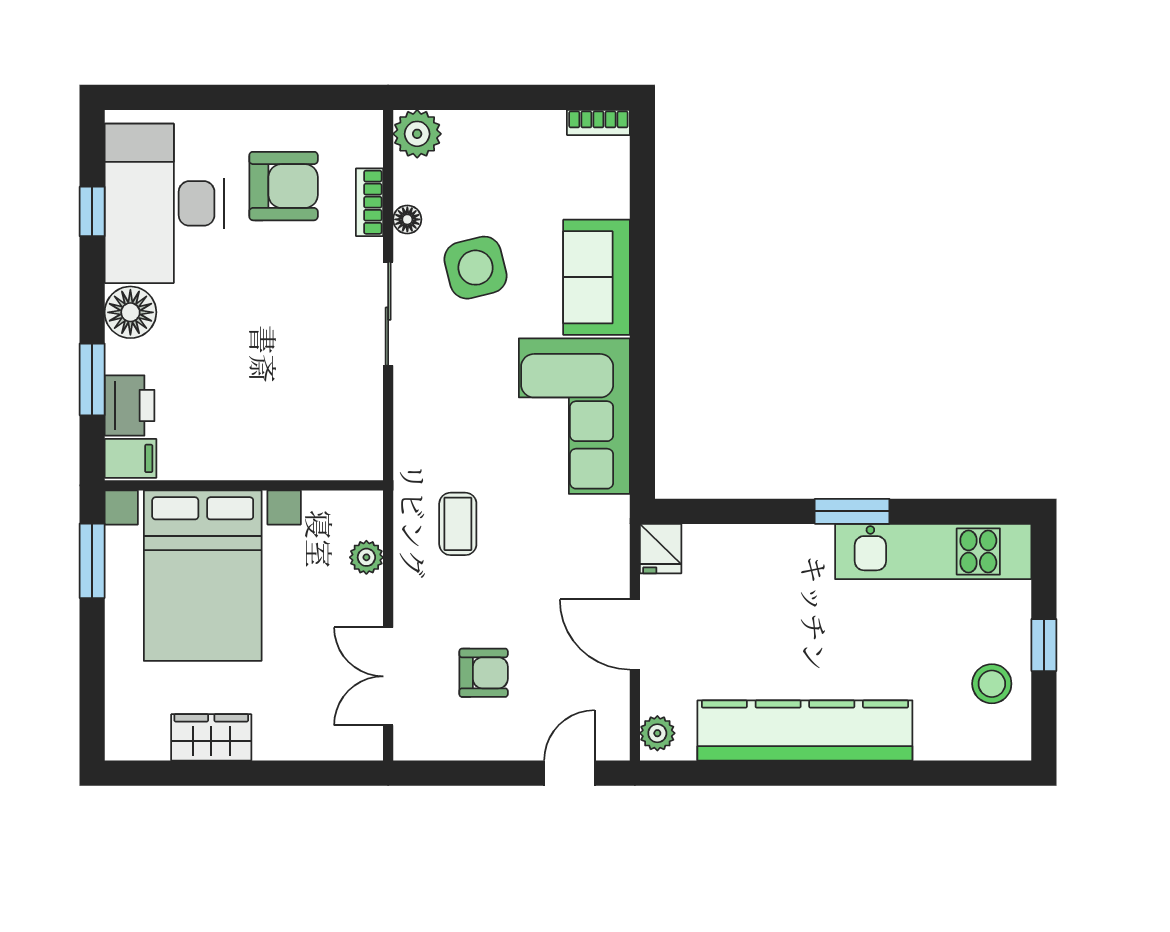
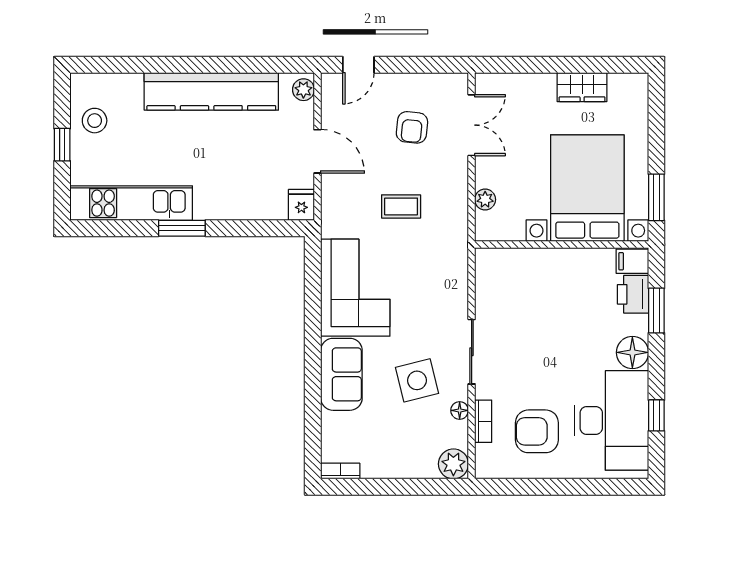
coffee table: (458, 524) -> (401, 206), moved, turned 90
armchair: (484, 673) -> (412, 127), turned -84

